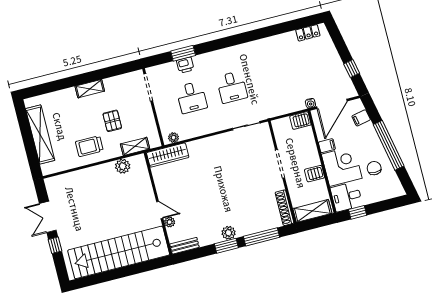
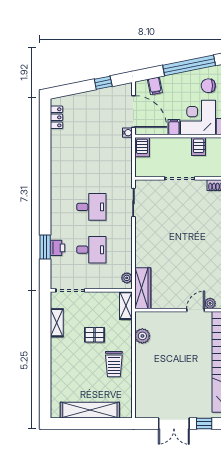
shelving: (90, 89) -> (57, 323), moved
shelving: (135, 146) -> (126, 306), moved

